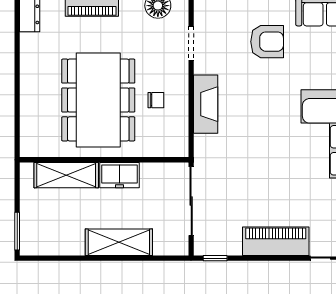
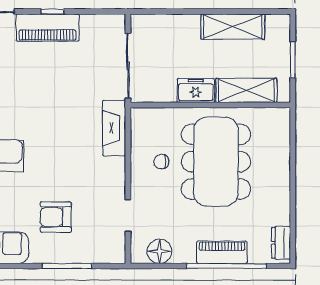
fireplace: (206, 104) -> (114, 128), moved
window: (17, 231) -> (293, 60), moved
shelving: (119, 242) -> (233, 27), moved
window: (215, 258) -> (53, 12), moved

